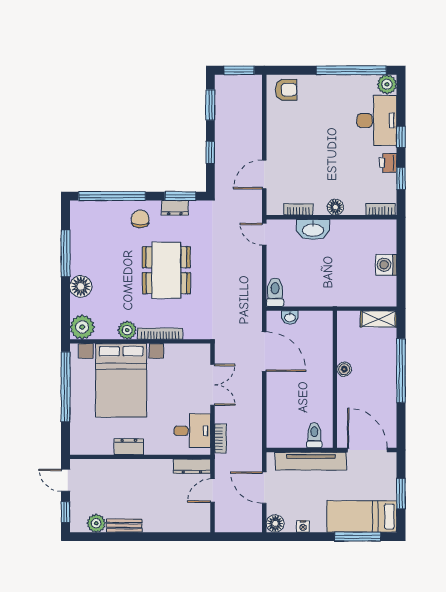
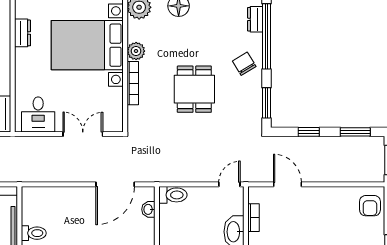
dresser: (175, 208) -> (255, 19), moved
chair: (140, 219) -> (244, 64), turned -121
dining table: (166, 270) -> (194, 89), width x0.73
double door: (213, 385) -> (83, 134), swing flipped
bookcase: (220, 439) -> (31, 142), removed
dresser: (129, 447) -> (23, 33), moved

